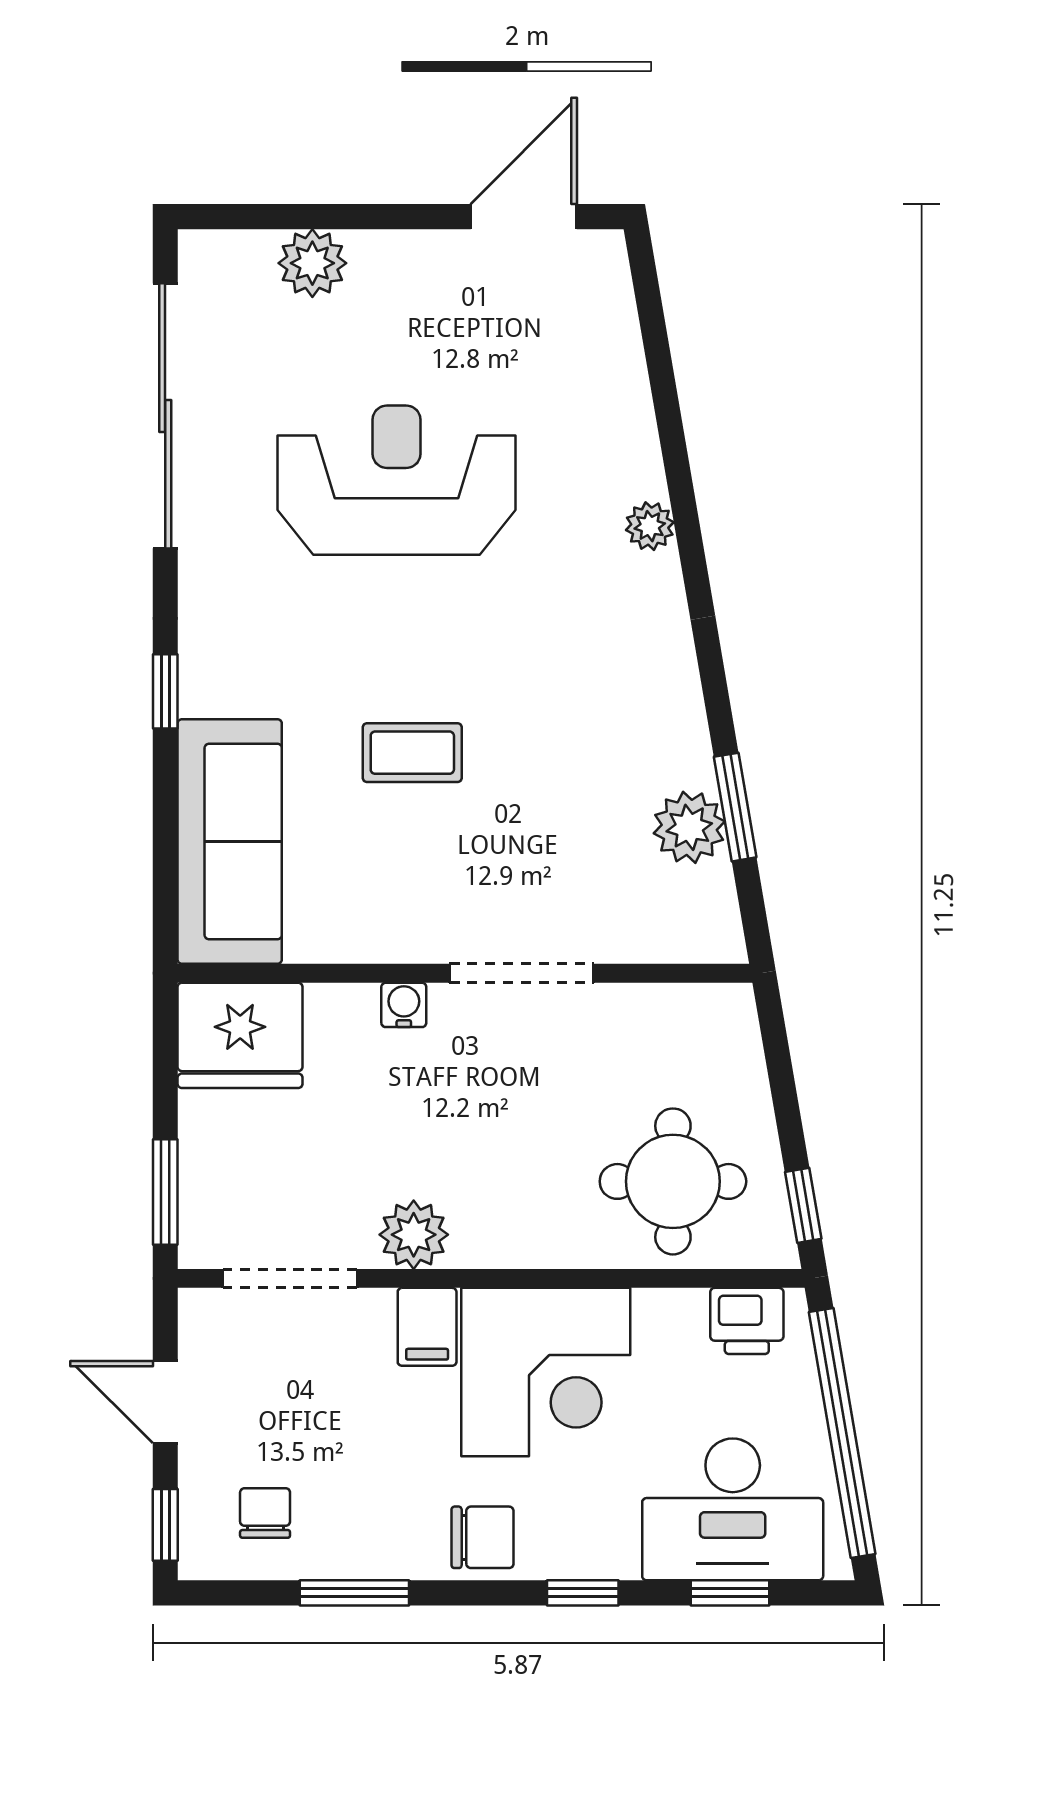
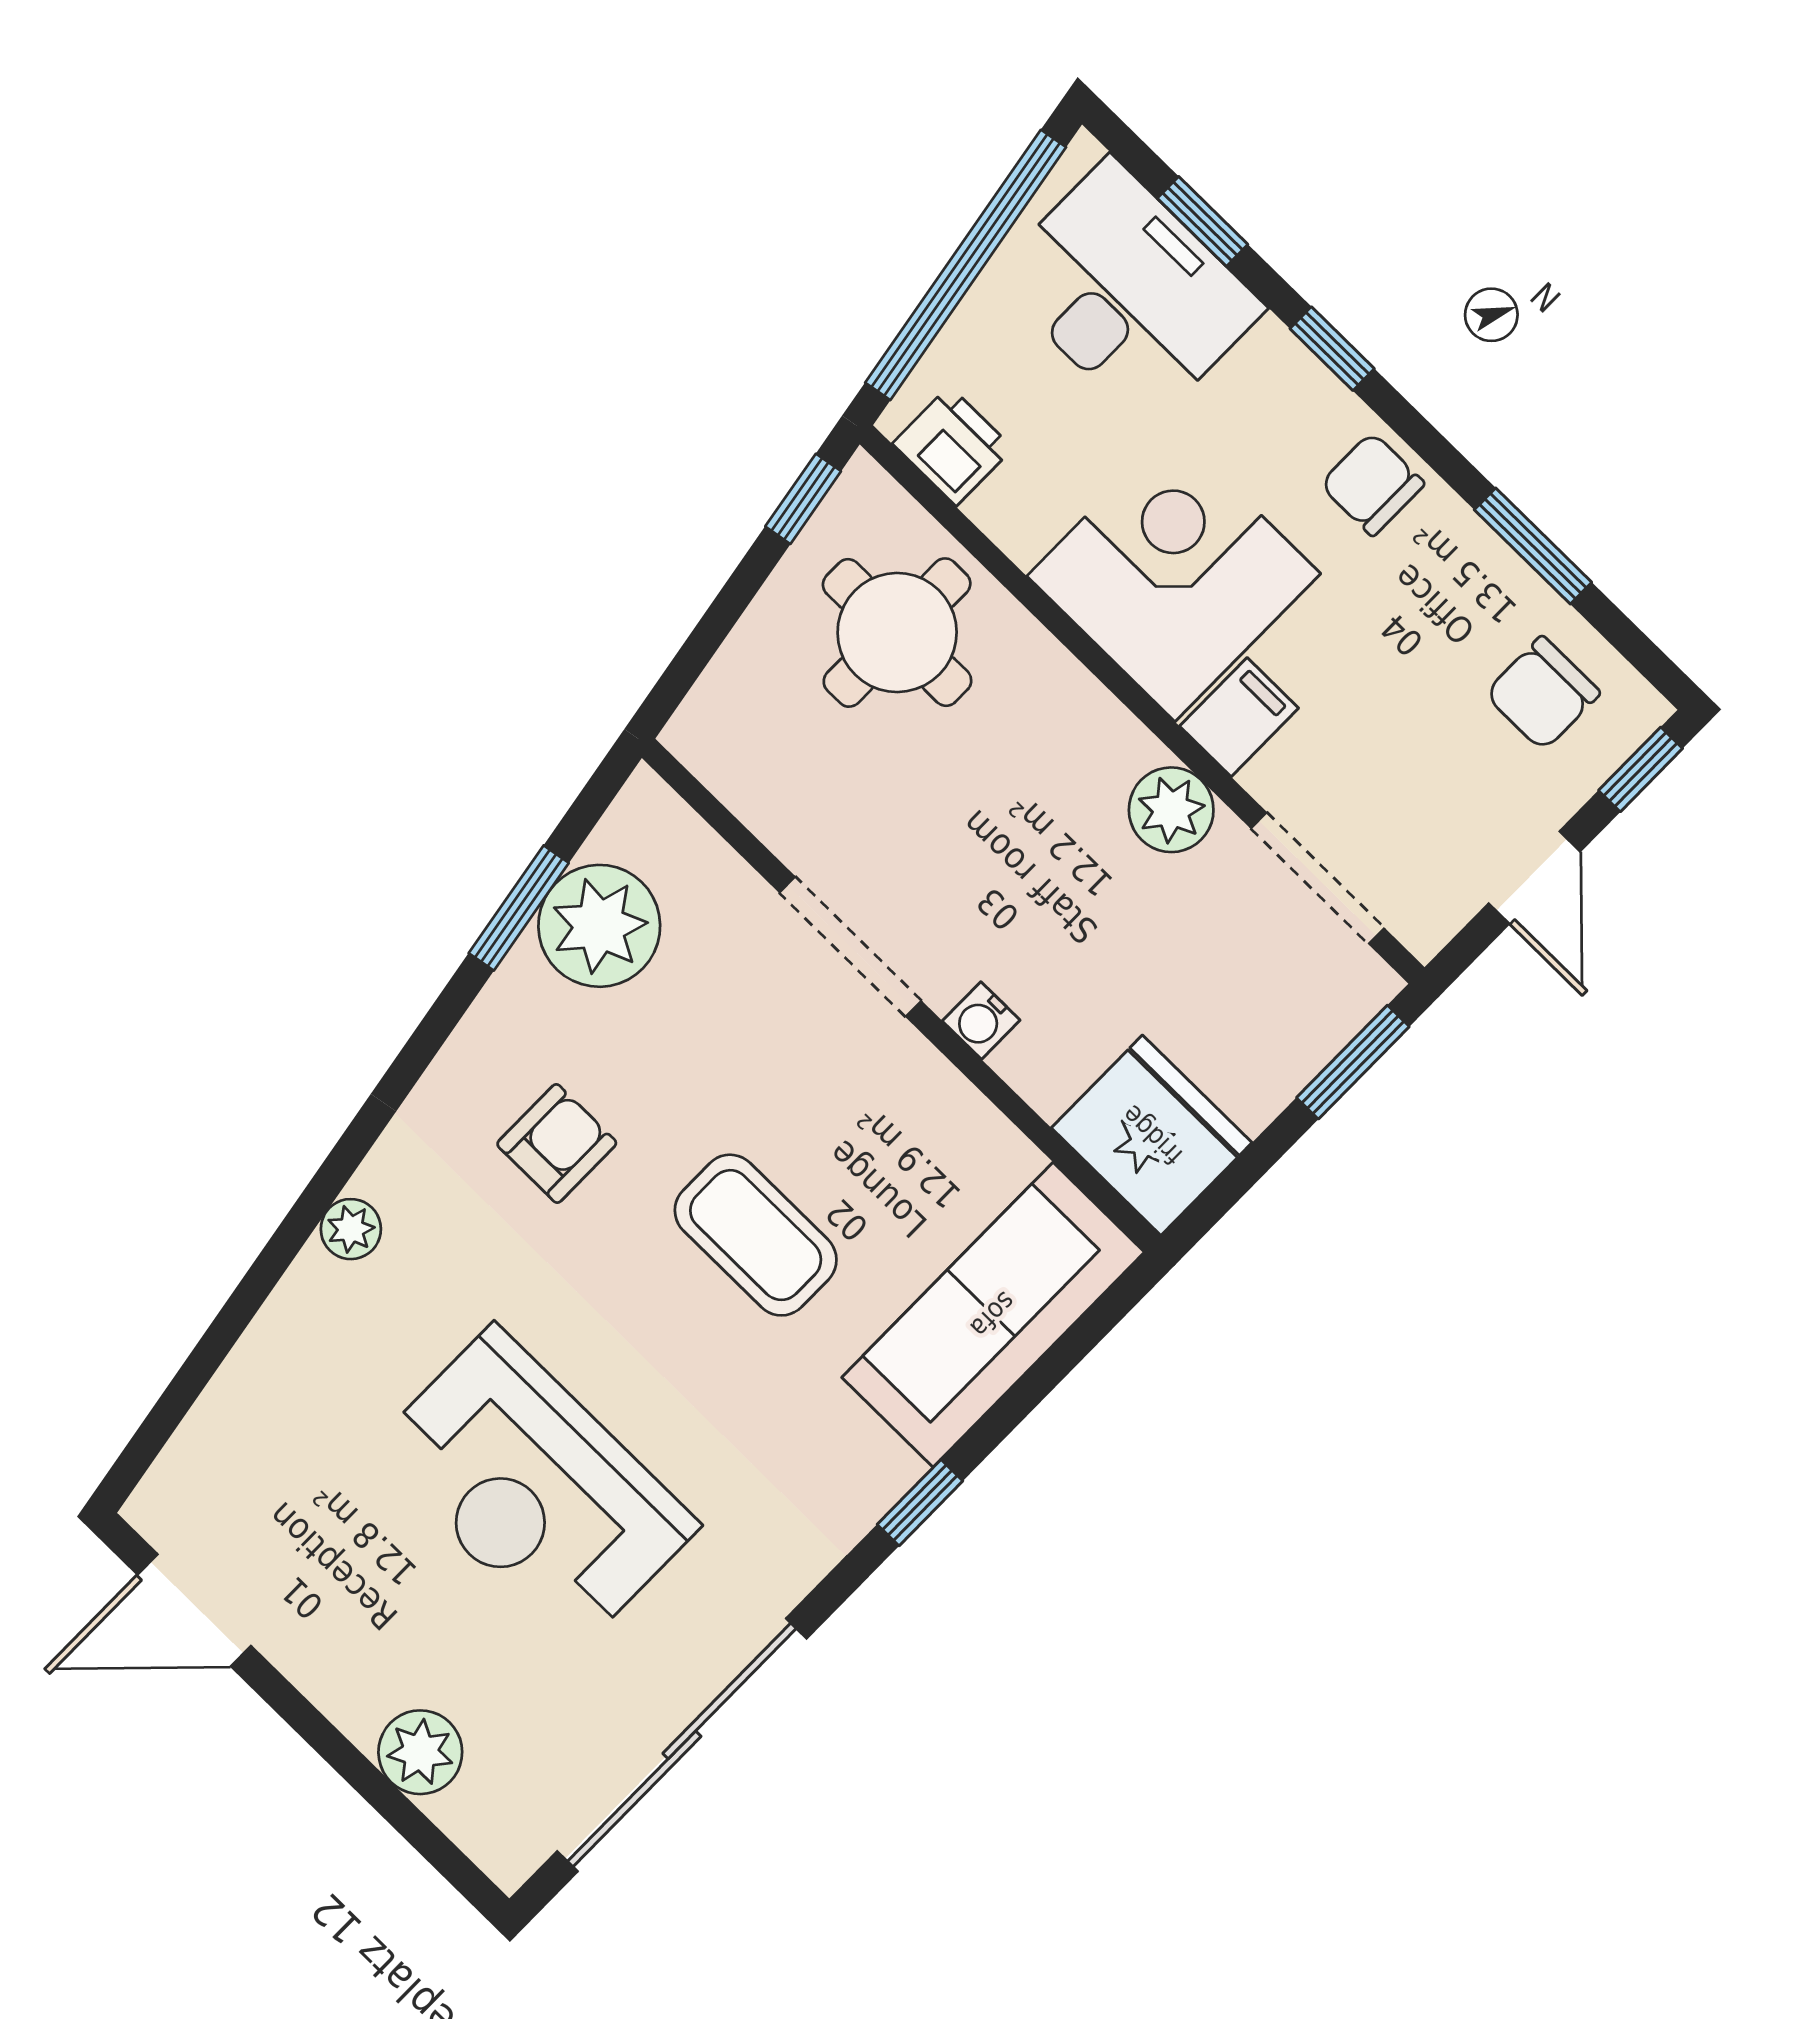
armchair: (579, 693) -> (557, 1143), added
coffee table: (412, 753) -> (756, 1235), width x1.36, depth x1.30
plant: (689, 827) -> (599, 926), width x1.36, depth x1.36
chair: (265, 1513) -> (1542, 693), width x1.37, depth x1.37

